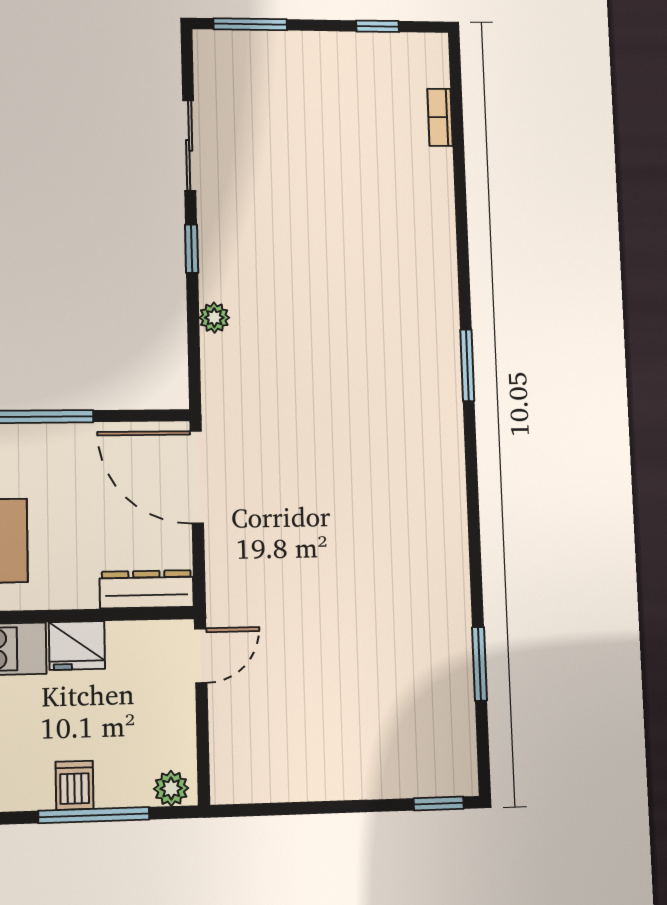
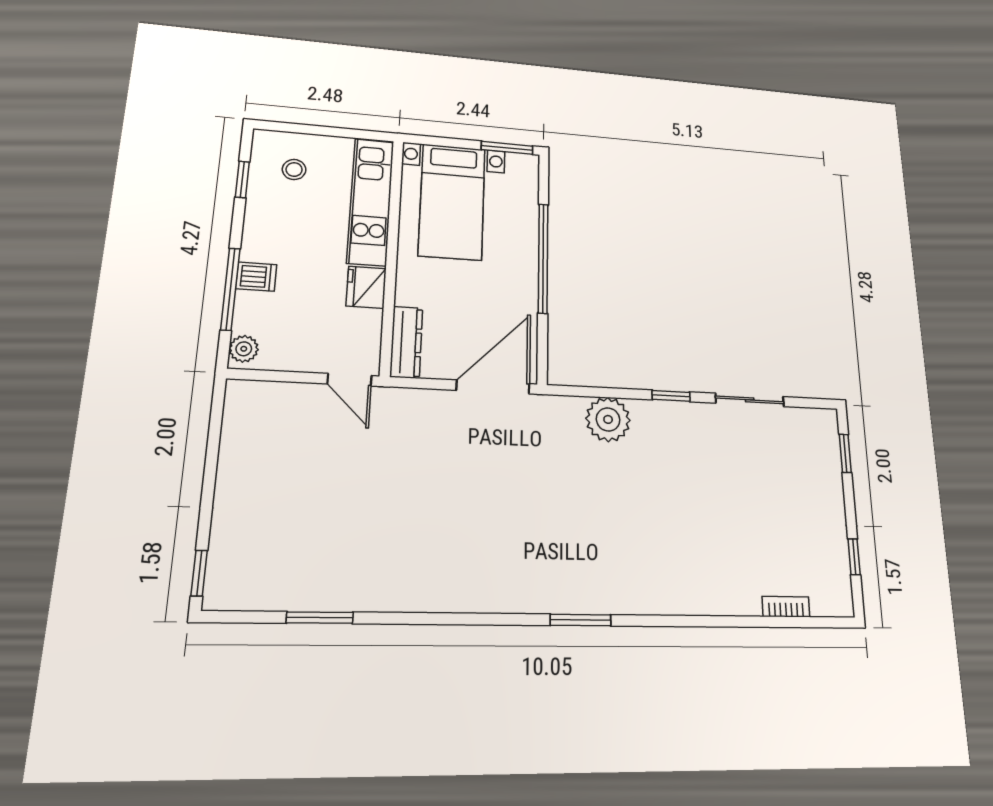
window: (250, 24) -> (845, 453), width x0.67
plant: (214, 318) -> (608, 419), width x1.87, depth x1.87

